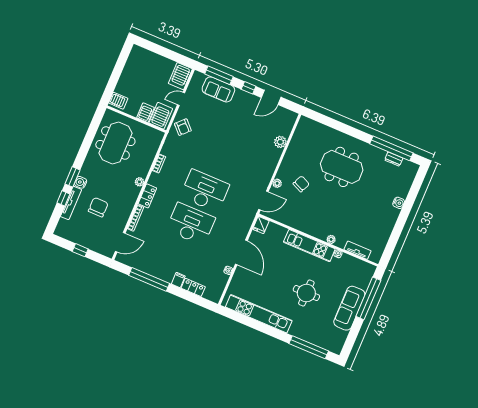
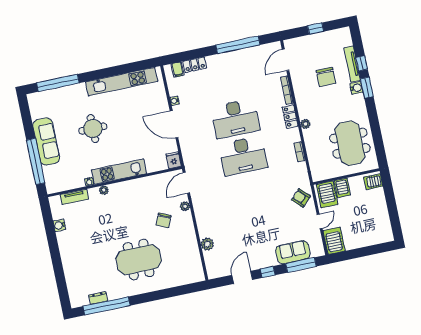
water cooler: (399, 203) -> (59, 225), moved
filing cabinet: (178, 280) -> (178, 69), moved

